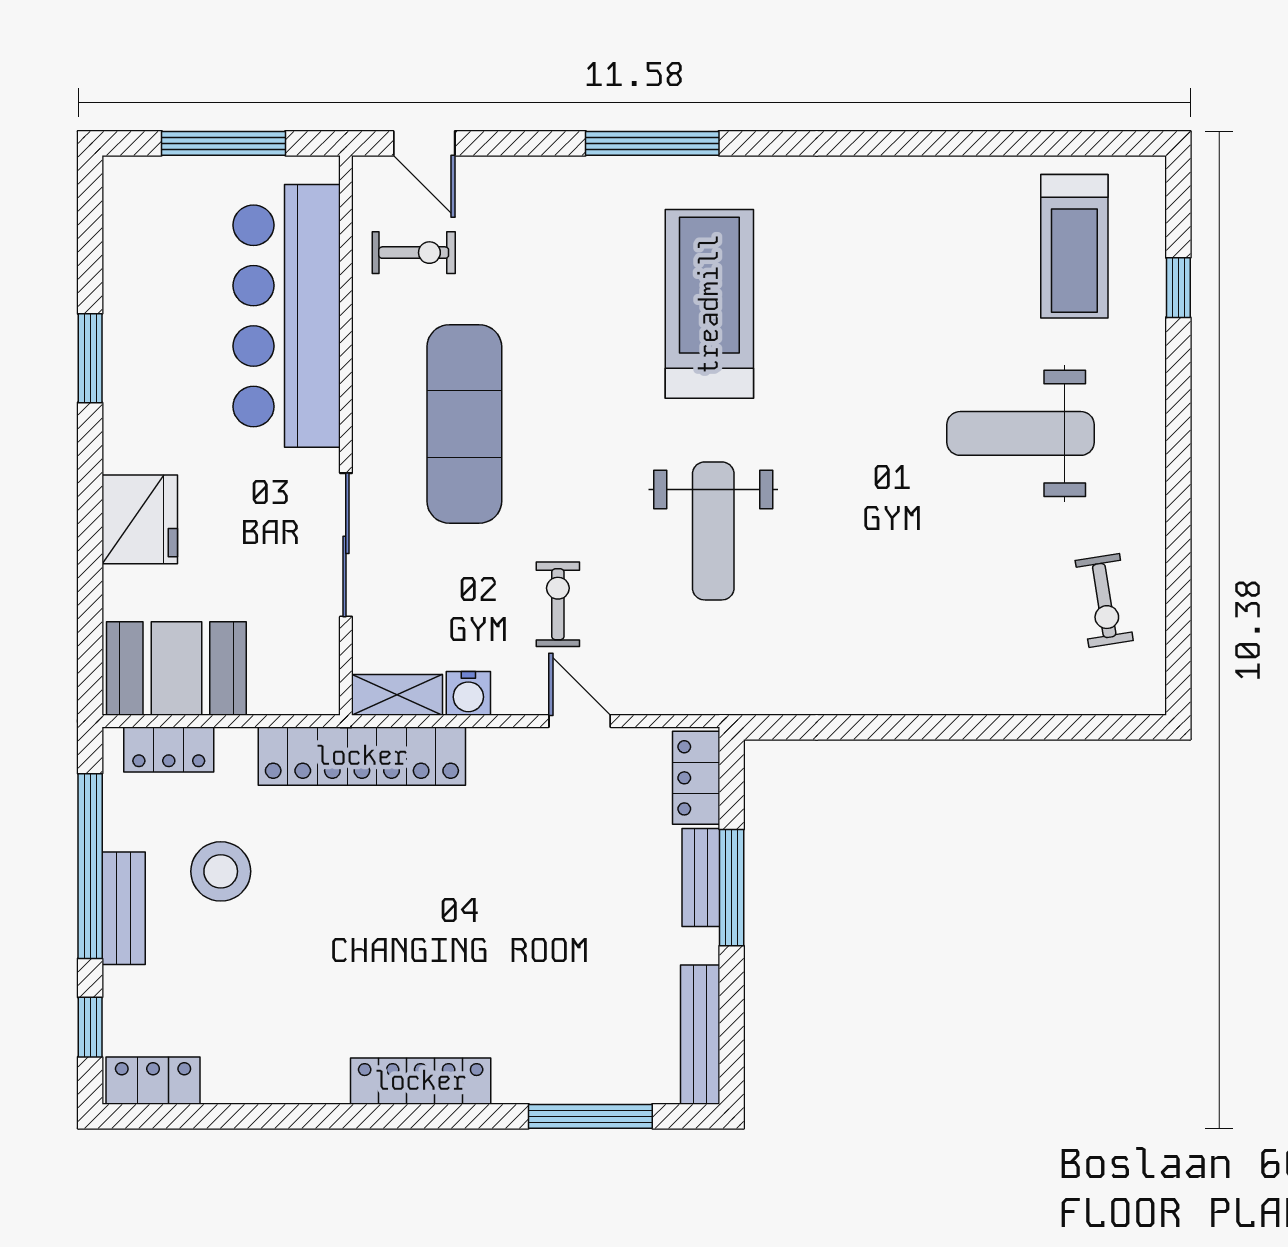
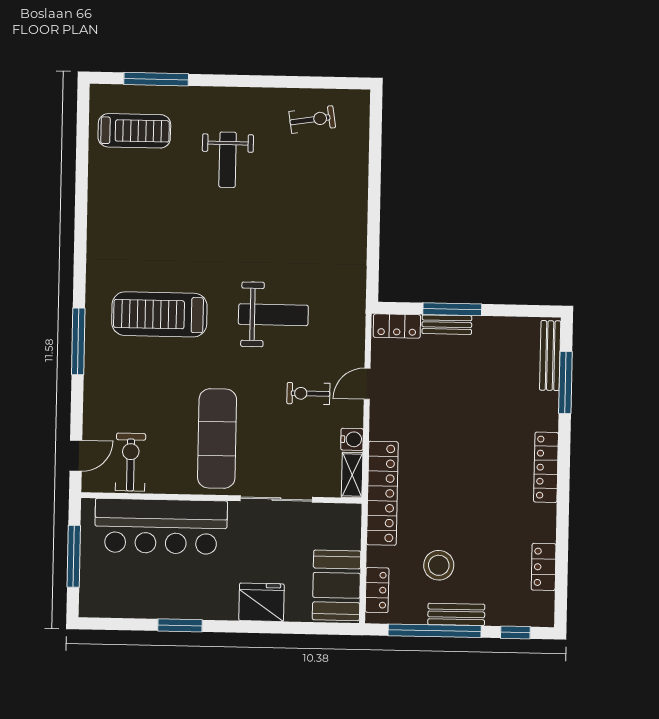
exercise bike: (414, 253) -> (131, 462), width x1.38, depth x1.39
window: (1178, 288) -> (156, 79), width x2.17
exercise mat: (464, 424) -> (217, 438), turned 90
weight bench: (1021, 433) -> (228, 160), width x0.73, depth x0.75
bench: (700, 1035) -> (550, 356), moved, turned 90
locker: (153, 1081) -> (544, 567), moved

